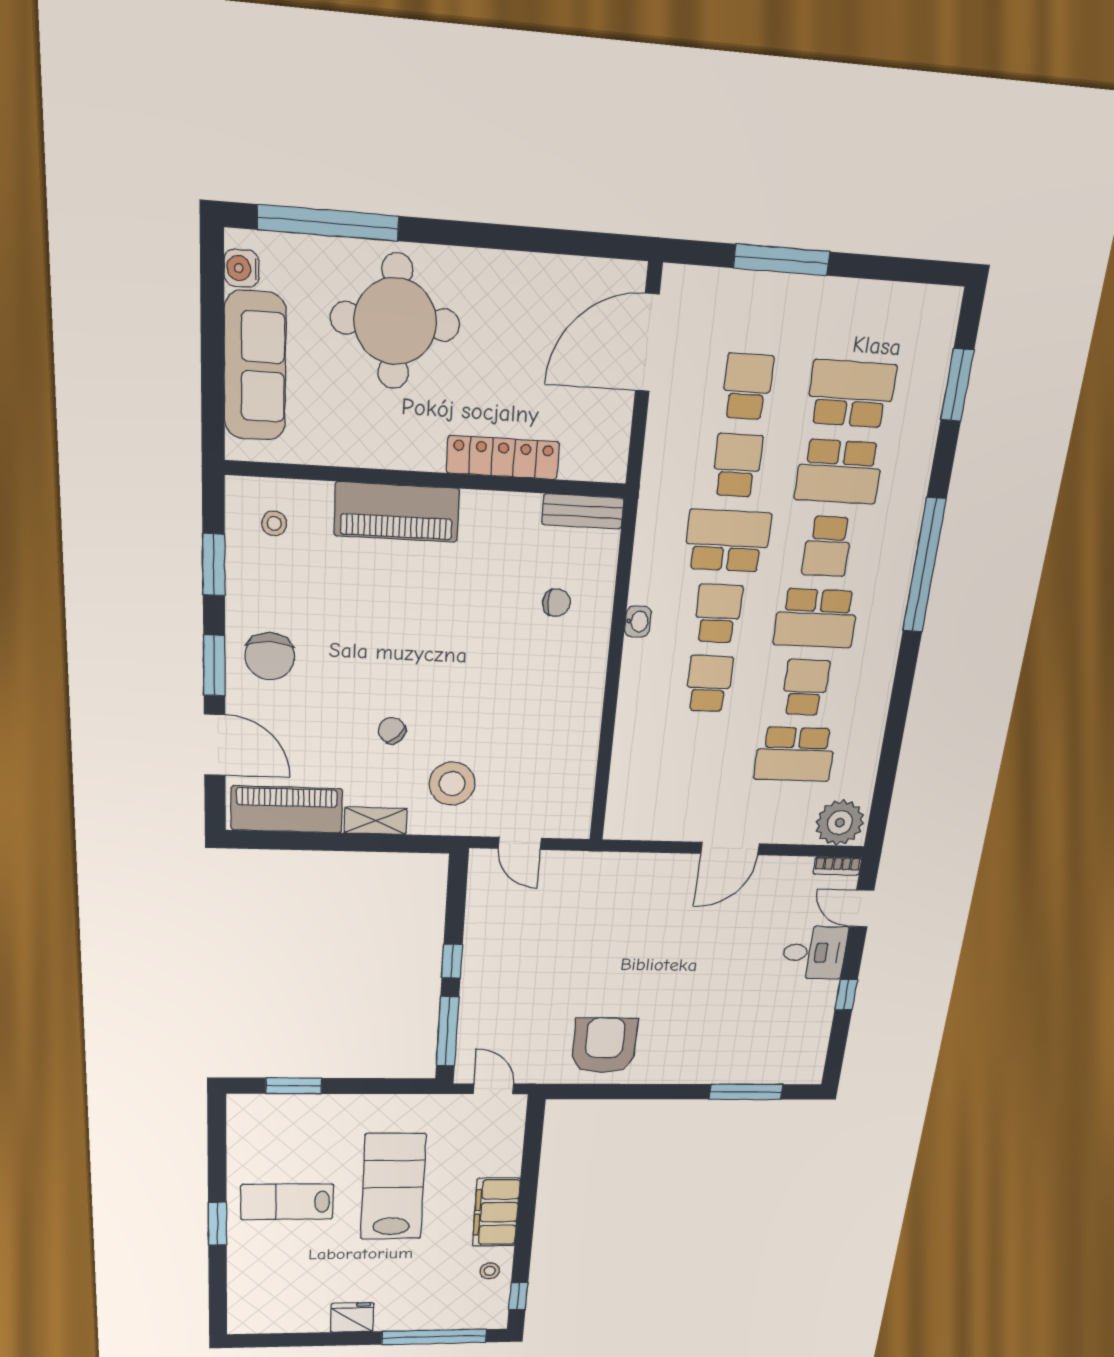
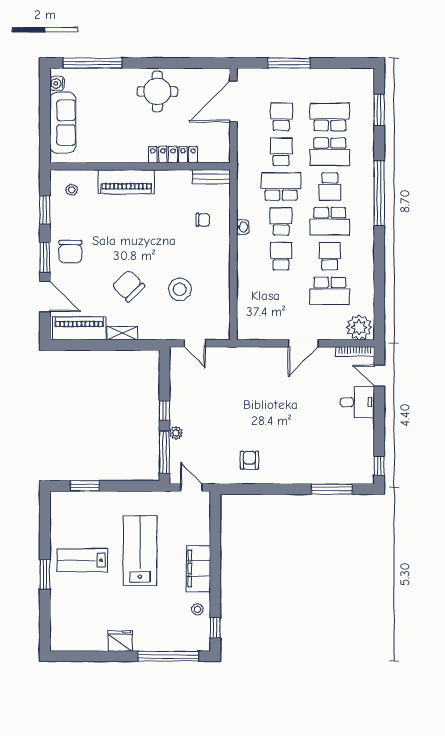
round table: (395, 321) -> (157, 92), moved, width x0.73, depth x0.73
chair: (392, 730) -> (128, 286), width x1.87, depth x1.87
stool: (452, 784) -> (180, 289), moved
bookcase: (837, 866) -> (355, 352), width x1.56
window: (846, 995) -> (379, 466), moved
plant: (471, 1000) -> (176, 433), added
armchair: (604, 1046) -> (249, 460), width x0.53, depth x0.53

